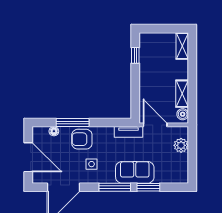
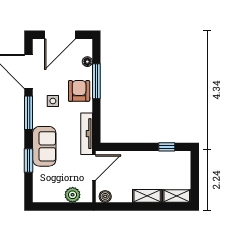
shelving: (182, 94) -> (147, 196), moved
tv unit: (128, 132) -> (87, 134), width x1.41
window: (115, 187) -> (29, 113), moved

